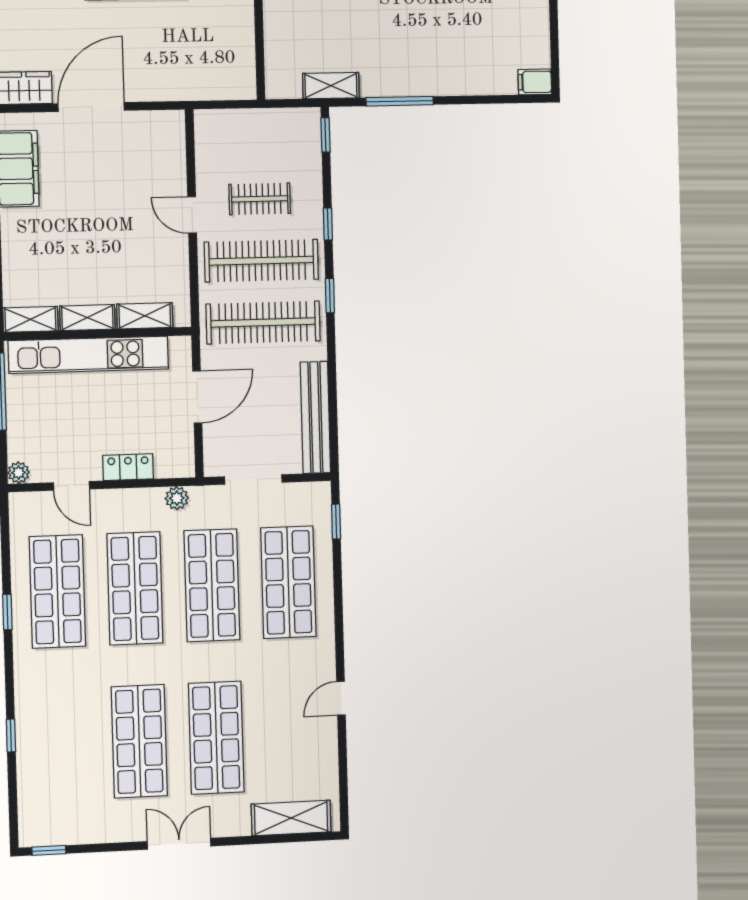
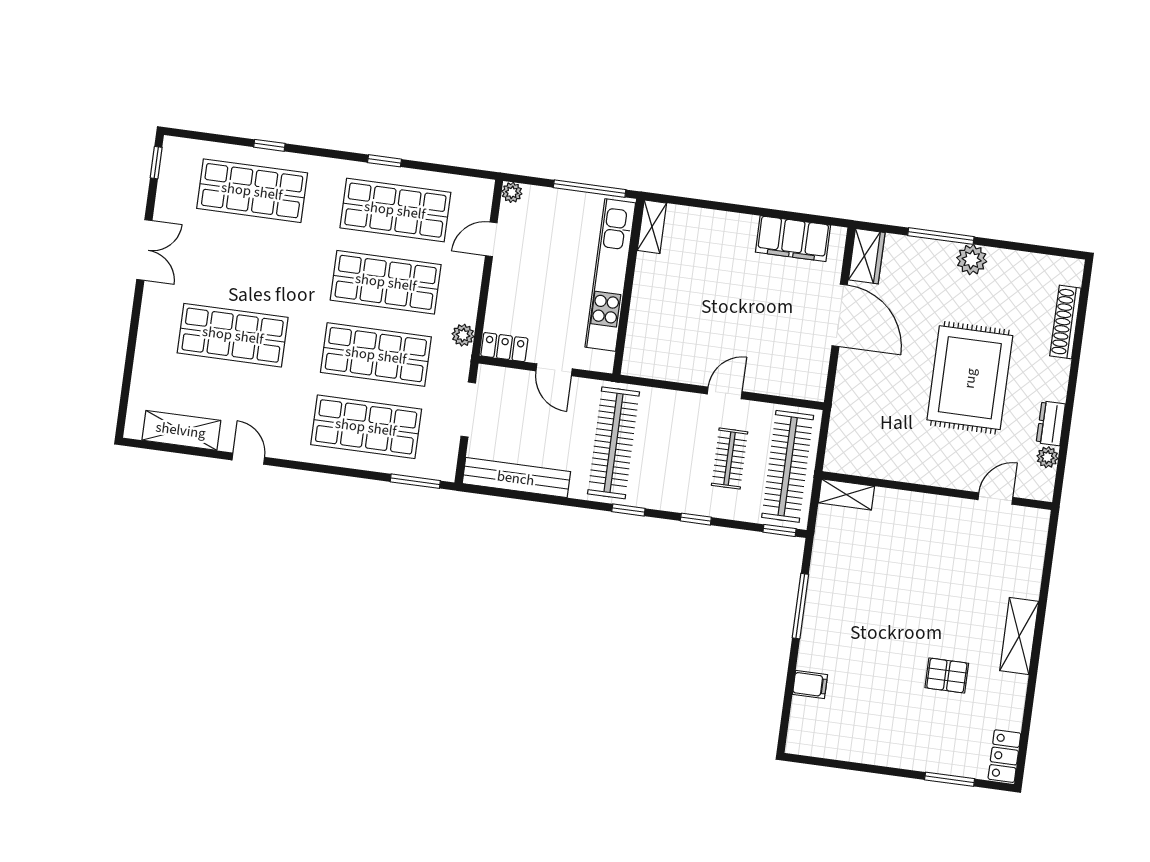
filing cabinet: (535, 82) -> (810, 685), moved, turned 90
shelving: (331, 86) -> (846, 495), moved, turned 90
clothes rail: (261, 261) -> (788, 466), moved
shelving: (145, 316) -> (638, 333), removed
shelving: (87, 318) -> (645, 280), removed
door: (197, 397) -> (554, 370), width x0.73
locker: (128, 467) -> (504, 347), moved, turned -90
window: (336, 522) -> (415, 481), width x1.50
shop shelf: (139, 741) -> (252, 191), moved
shelving: (291, 818) -> (181, 430), moved, turned 90
double door: (179, 844) -> (144, 250), moved

